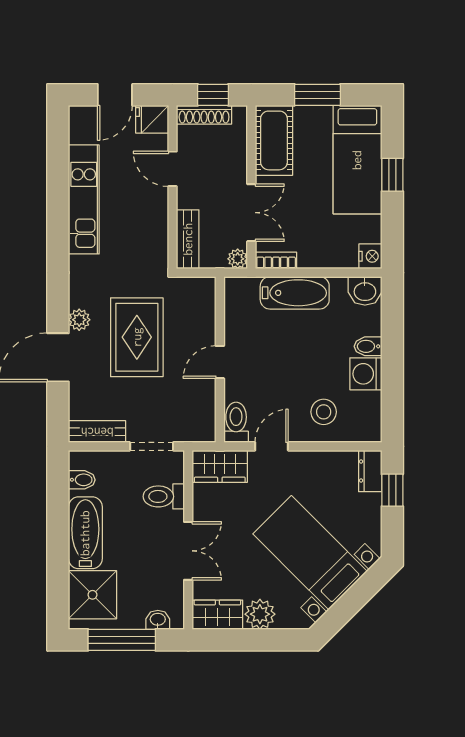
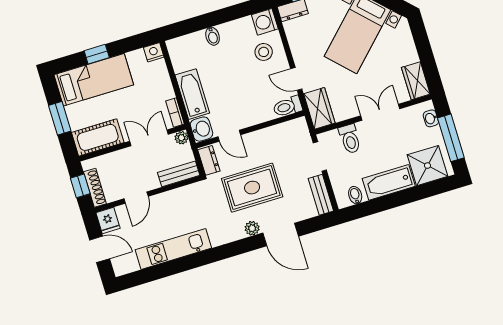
dresser: (194, 288) -> (209, 160), added
washbasin: (365, 291) -> (201, 129), moved
door: (220, 362) -> (229, 136), moved
washing machine: (366, 374) -> (265, 22), moved, turned 90
plant: (260, 614) -> (407, 53), removed

